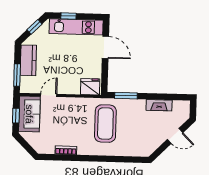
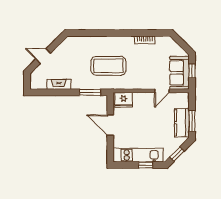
door: (105, 47) -> (110, 125), moved
window: (17, 75) -> (192, 121), moved
coffee table: (105, 124) -> (108, 66), turned 90

